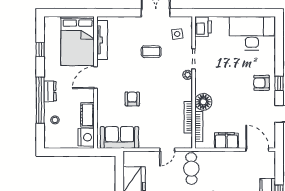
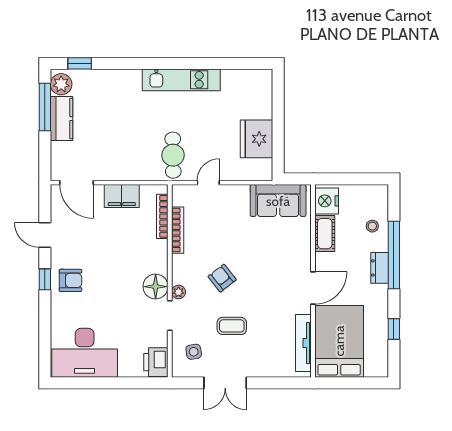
armchair: (132, 99) -> (222, 278), moved, turned 142
floor lamp: (203, 102) -> (156, 287), moved

